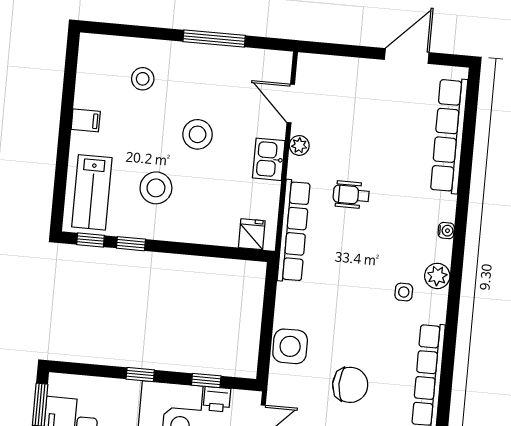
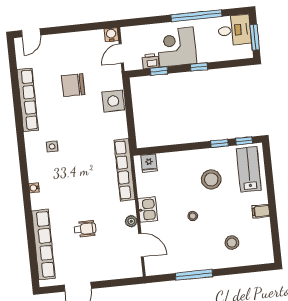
stool: (198, 134) -> (193, 216), width x0.53, depth x0.53
wheelchair: (351, 195) -> (85, 229), moved
plant: (437, 276) -> (34, 160), removed

